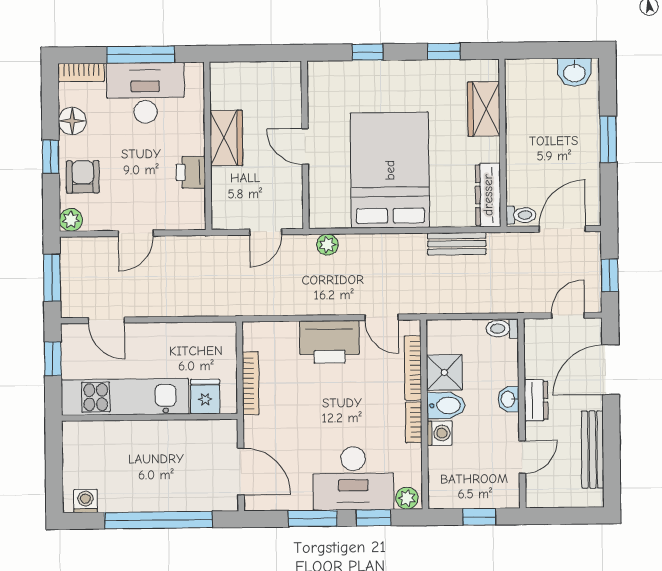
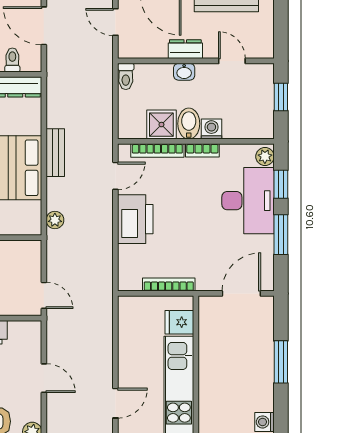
toilet: (521, 215) -> (12, 60), moved
door: (266, 232) -> (44, 295), moved
bench: (457, 244) -> (55, 153), moved
window: (158, 520) -> (281, 362), width x0.47

